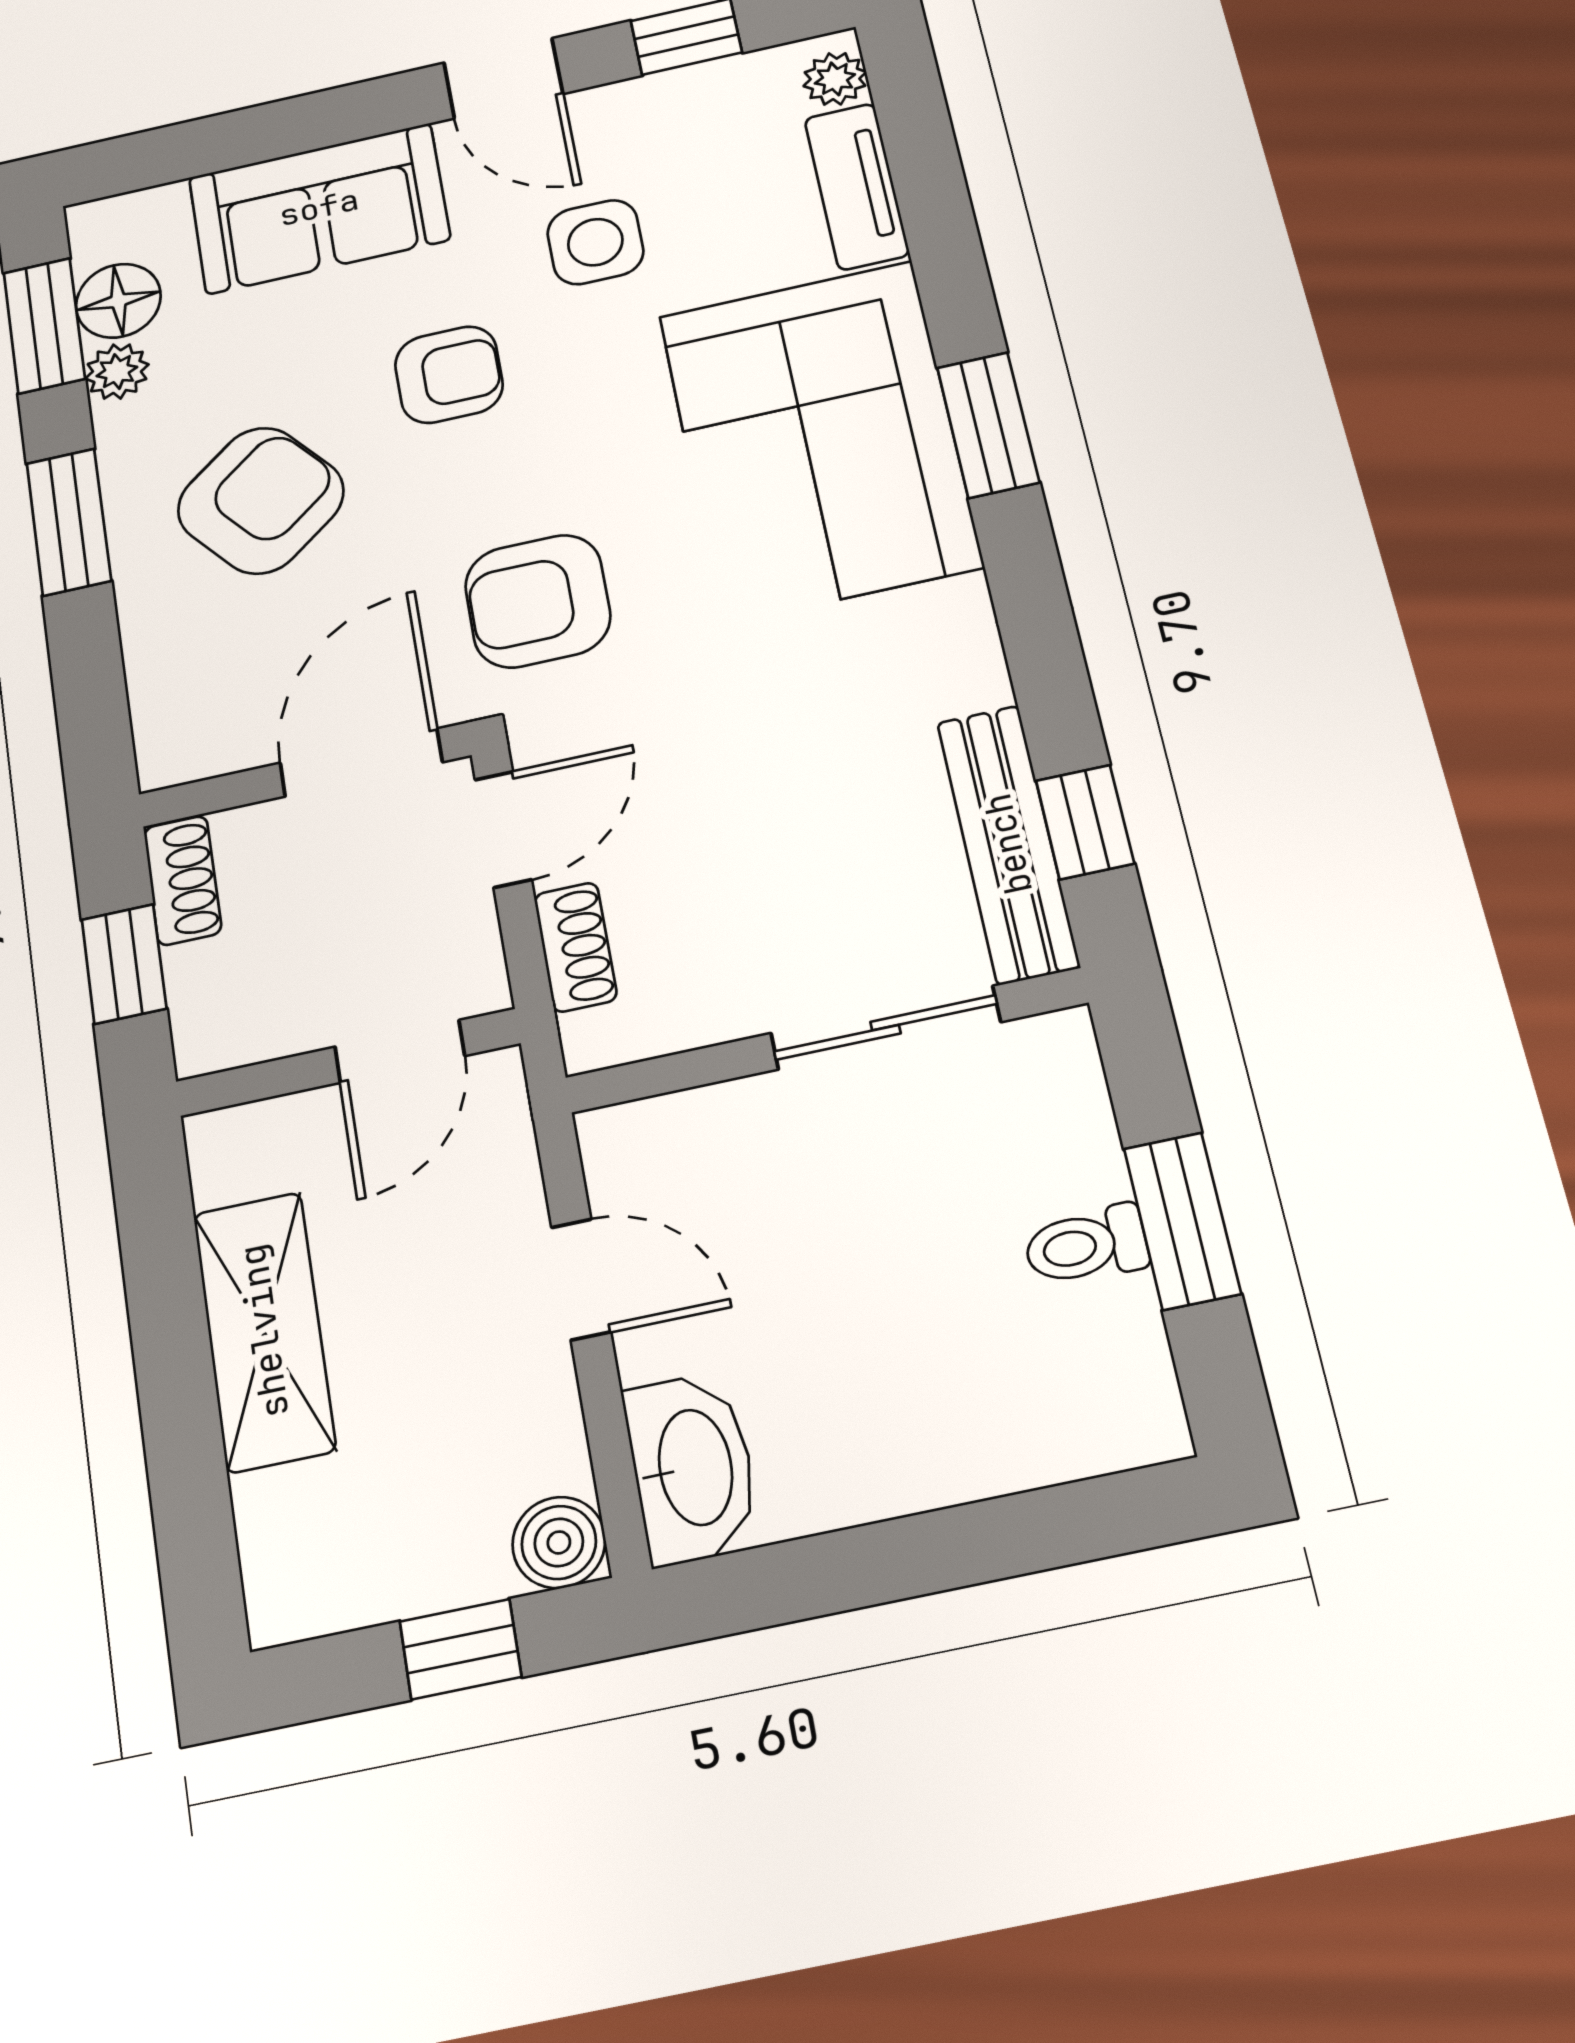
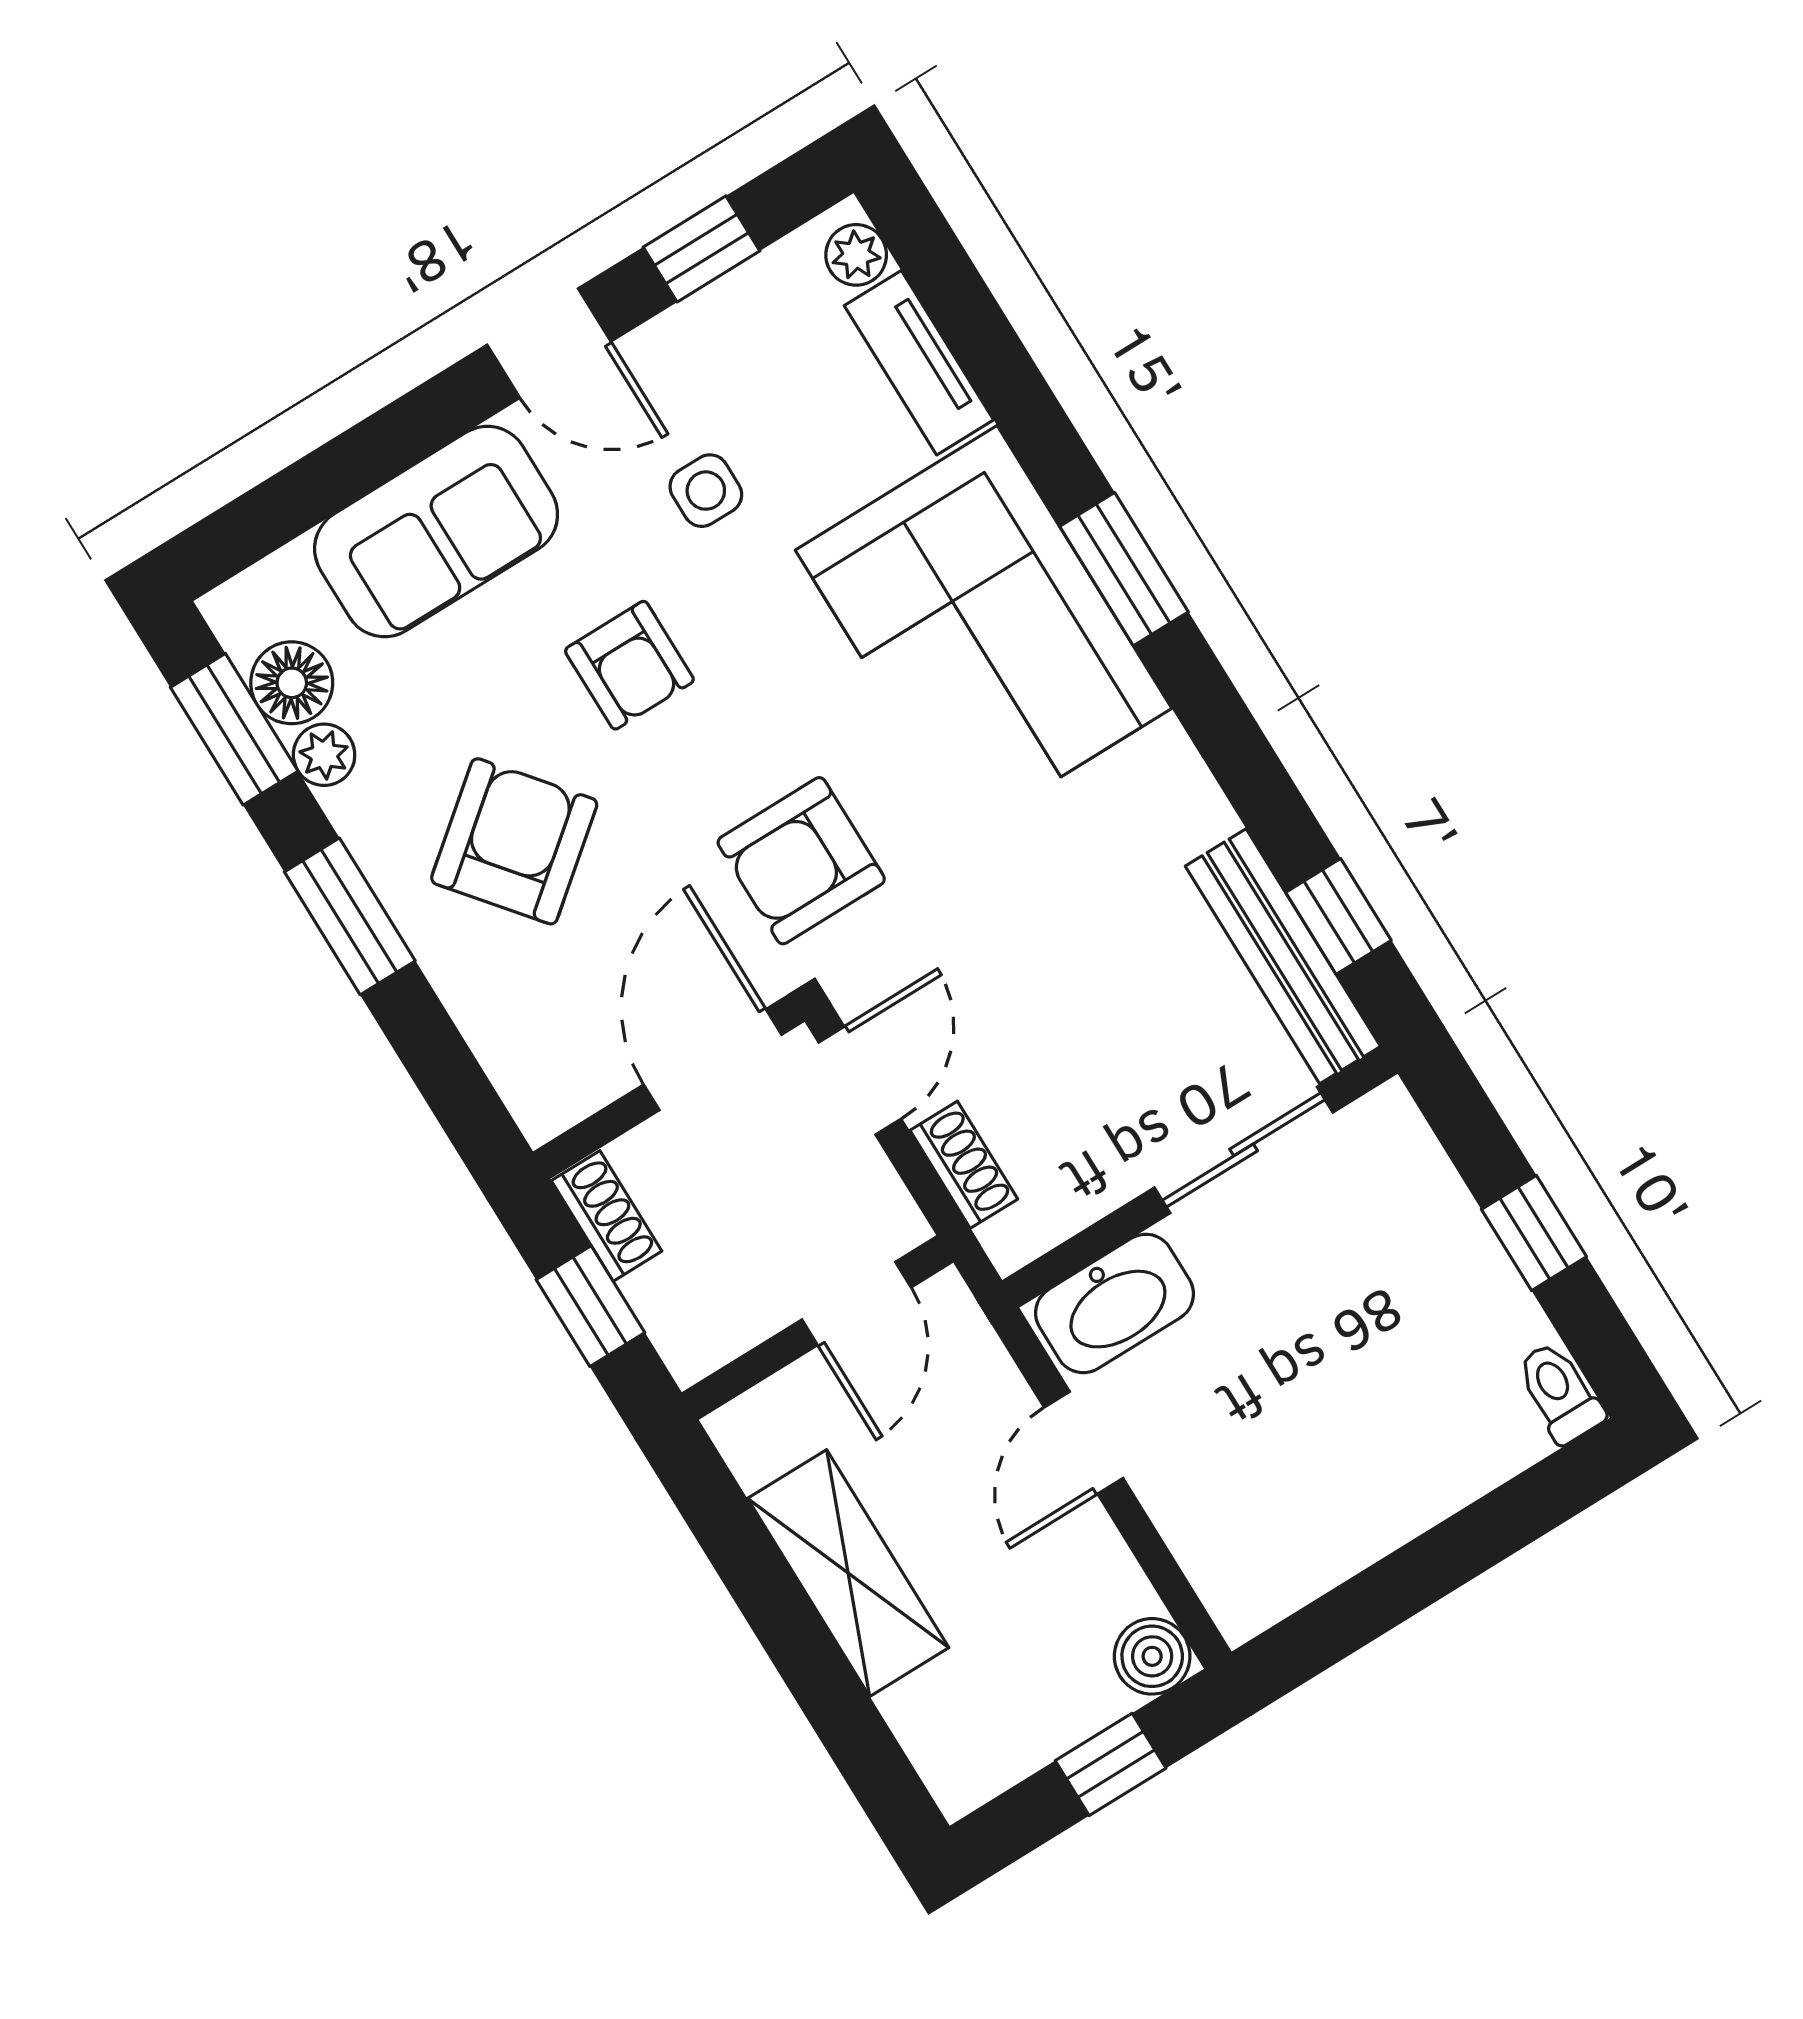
side table: (595, 242) -> (706, 491), width x0.73, depth x0.73
armchair: (449, 375) -> (629, 665), turned 90
window: (1182, 1221) -> (1534, 1233), width x0.67
toilet: (1086, 1245) -> (1560, 1392), moved, turned 90
door: (581, 1279) -> (1084, 1443), swing flipped
washbasin: (692, 1468) -> (1115, 1303), moved, turned 90

